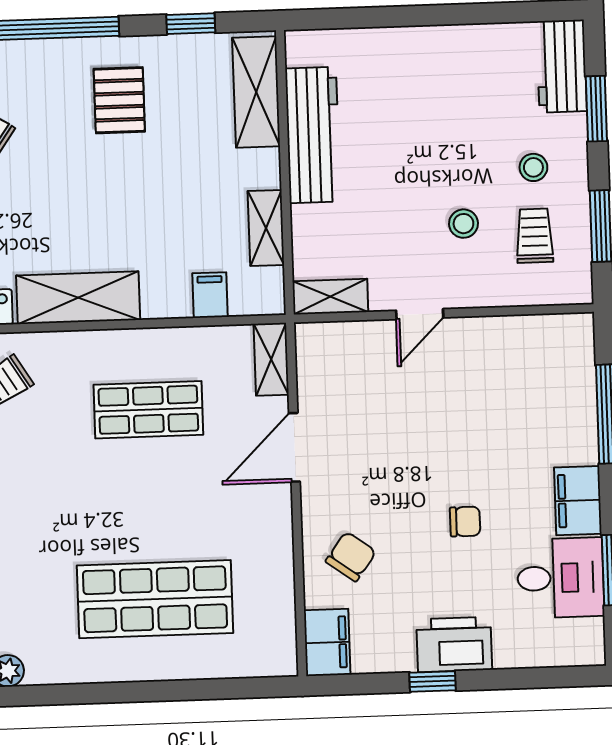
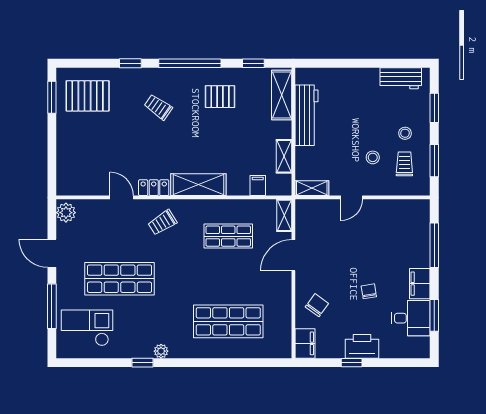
workbench: (562, 66) -> (401, 78), moved, turned -90
pallet: (119, 100) -> (220, 97), turned 90
chair: (465, 521) -> (369, 291), turned -99

